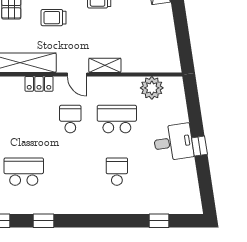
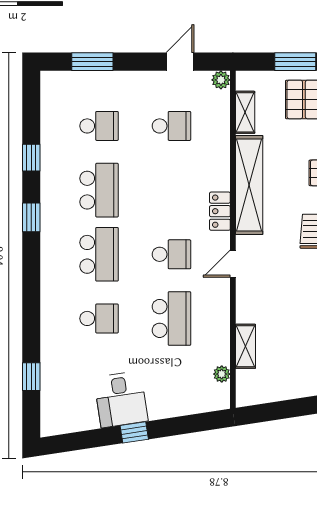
shelving: (105, 65) -> (246, 346), moved
plant: (152, 88) -> (222, 374), width x0.53, depth x0.53
desk: (173, 142) -> (121, 399), moved
school desk: (70, 172) -> (99, 254), added

